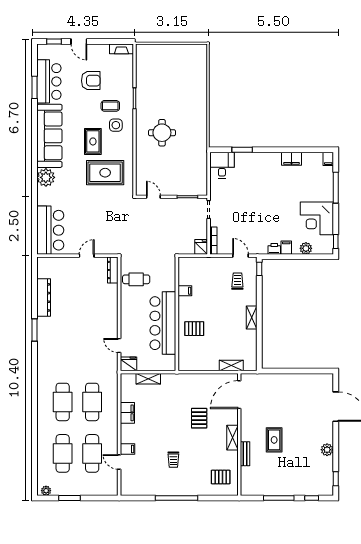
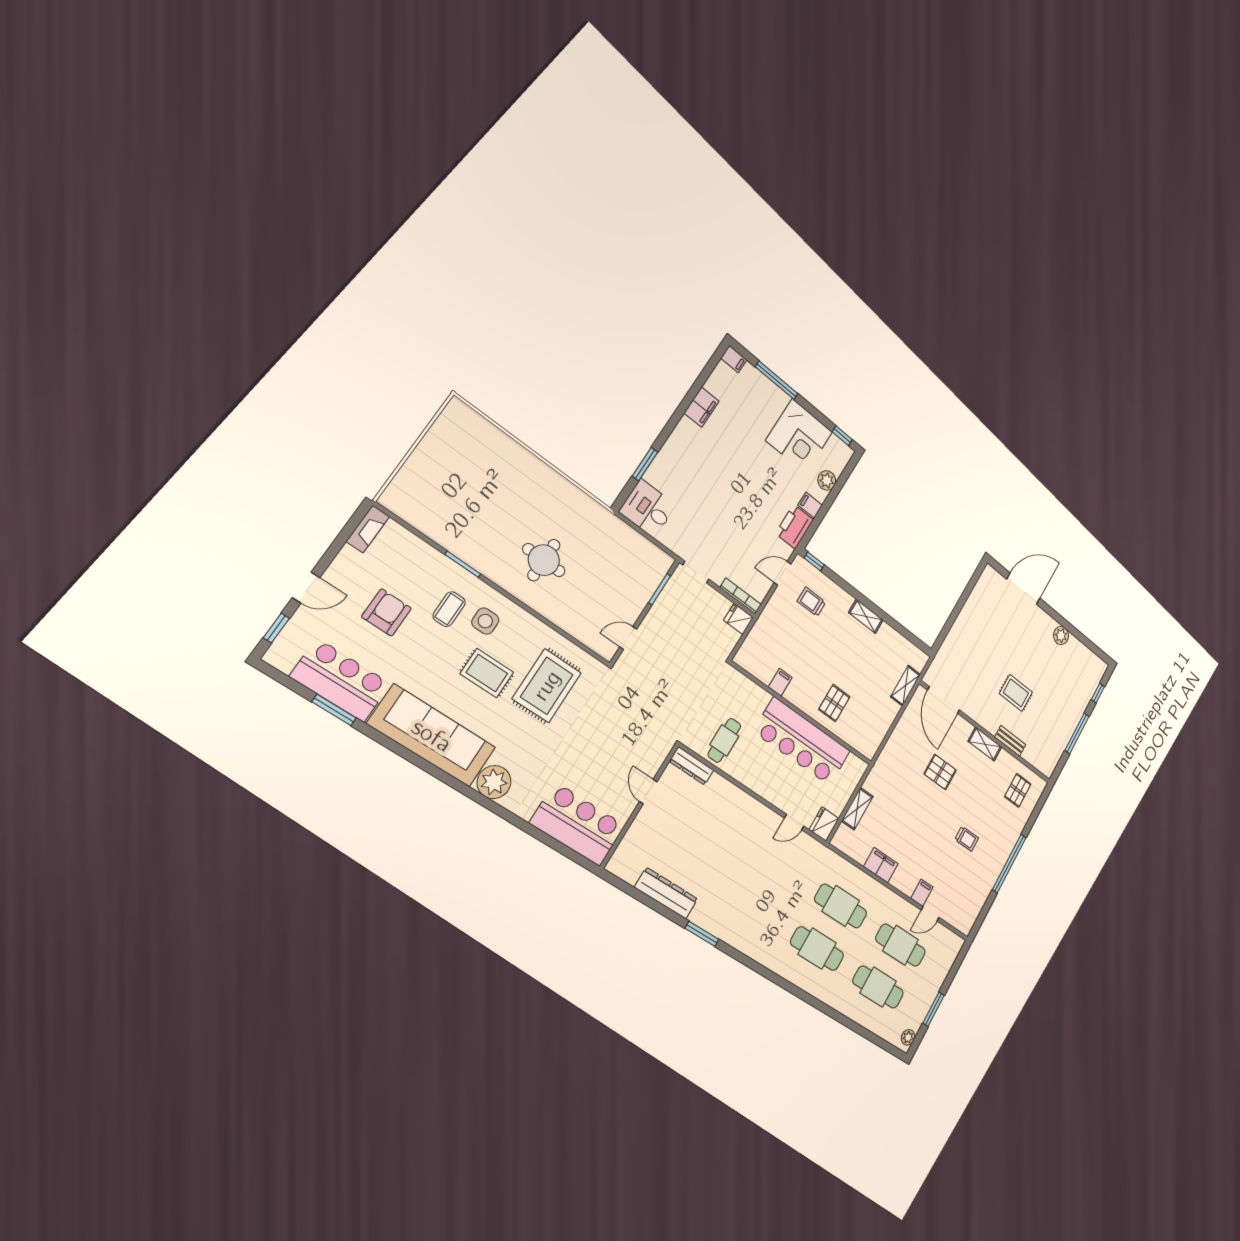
printer: (274, 249) -> (794, 527), width x1.87, depth x1.48
window: (336, 479) -> (1095, 649), removed

